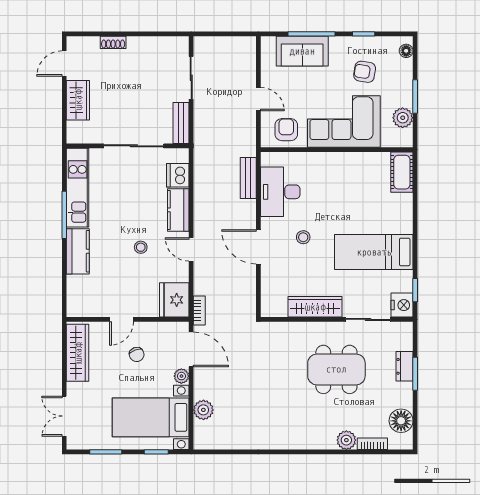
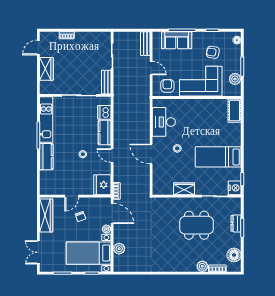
bench: (248, 178) -> (145, 44), moved
wardrobe: (315, 307) -> (184, 189), width x0.67

